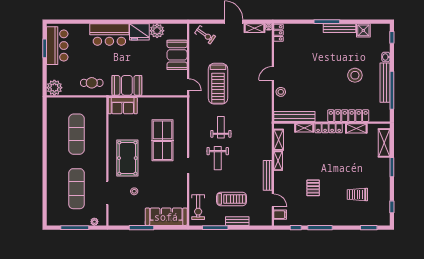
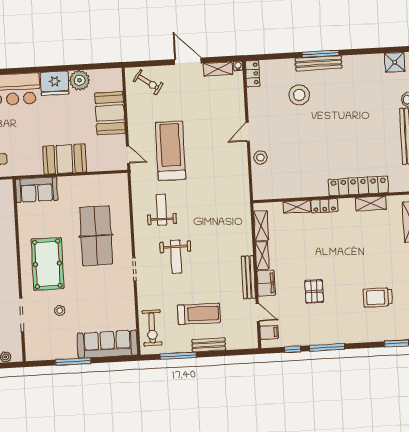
bench: (340, 28) -> (319, 63), moved
shower: (363, 30) -> (395, 62), moved
stool: (355, 75) -> (299, 95), moved
treadmill: (218, 84) -> (171, 151), turned 180
booth: (127, 85) -> (65, 159), moved
bench: (294, 116) -> (282, 191), removed
weight bench: (221, 127) -> (162, 210), moved
locker: (329, 128) -> (325, 206), width x0.66
filing cabinet: (280, 180) -> (266, 283), added

